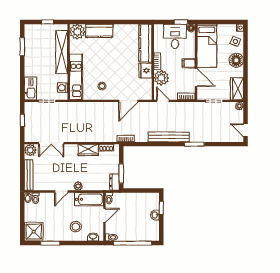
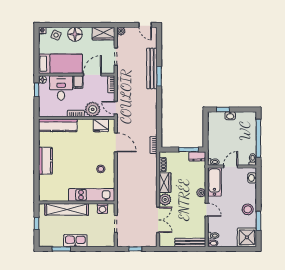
kitchen counter: (99, 31) -> (45, 161), moved
plant: (77, 32) -> (46, 194), removed
desk: (175, 36) -> (61, 88), moved, turned 90
fridge: (145, 71) -> (101, 125), moved
kitchen sink: (30, 88) -> (75, 241), moved
door: (163, 101) -> (116, 108), hinge flipped
door: (245, 130) -> (145, 25), hinge flipped
bench: (169, 137) -> (152, 68), moved
plant: (30, 150) -> (165, 199), moved
door: (104, 215) -> (231, 166), hinge flipped
stool: (76, 227) -> (248, 209), moved

